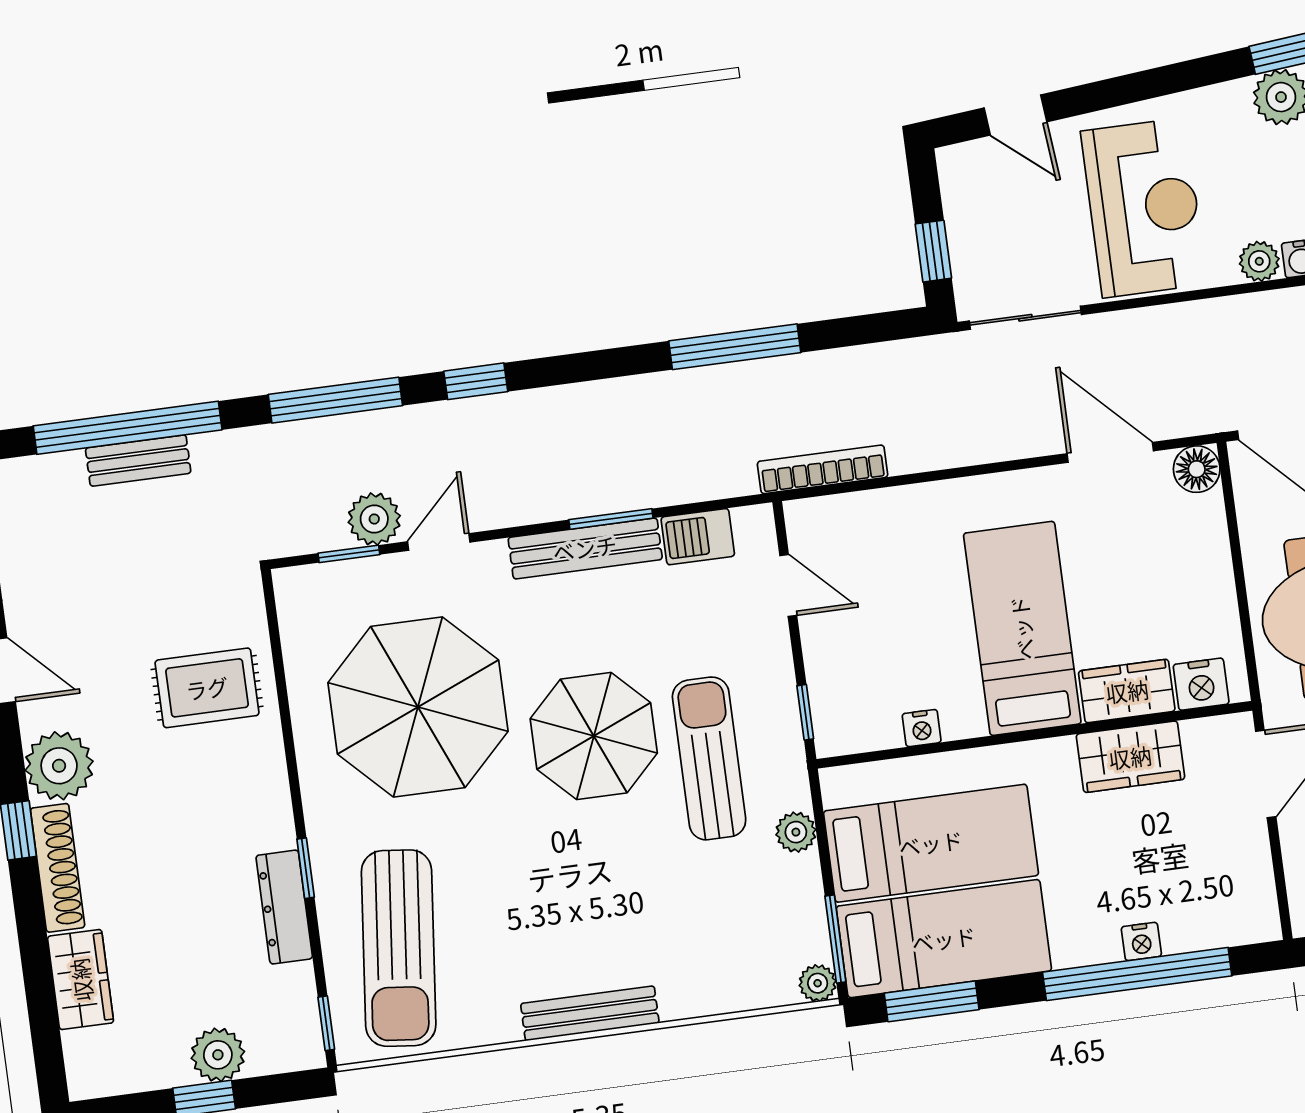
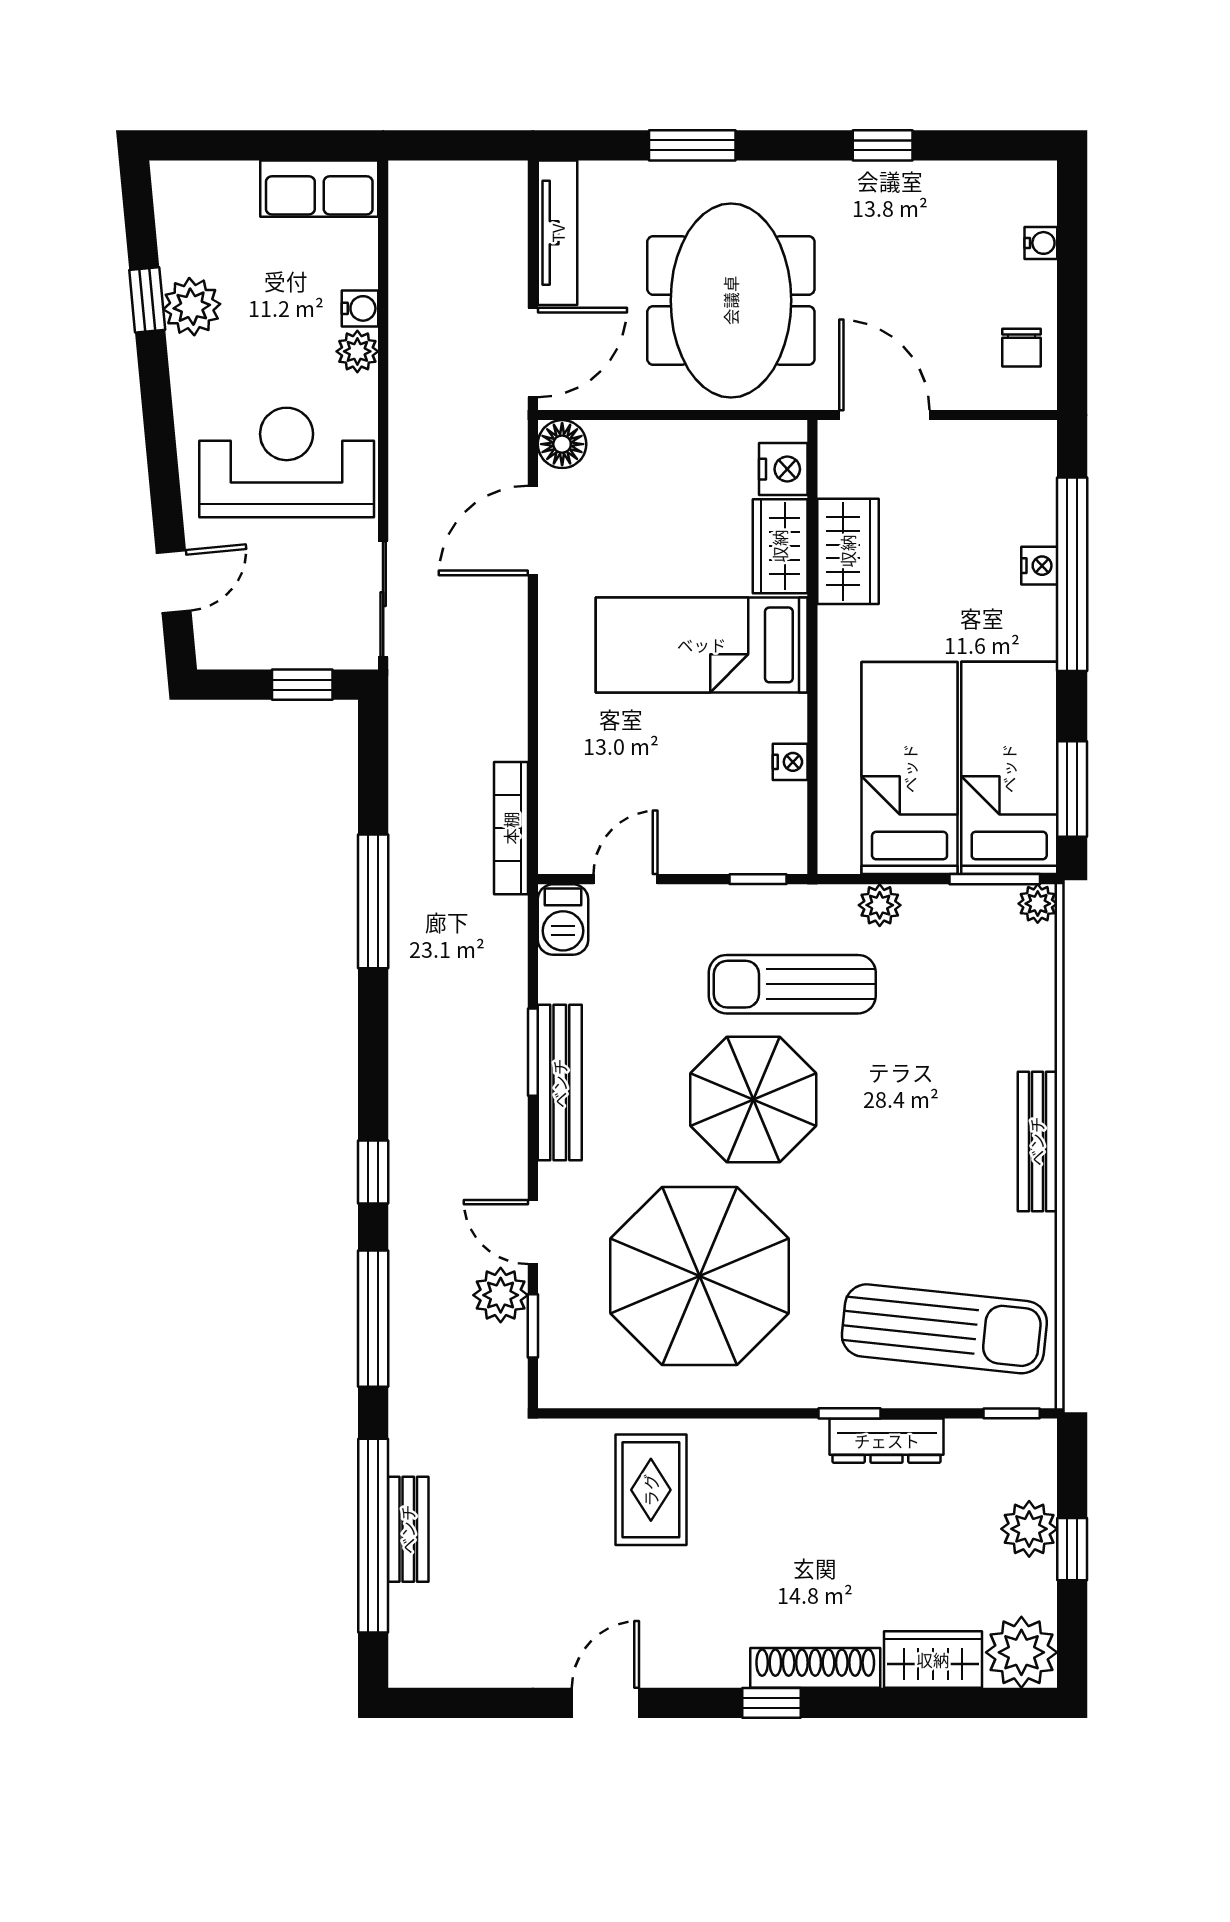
barbecue: (698, 537) -> (563, 920), moved
plant: (59, 766) -> (1021, 1652), moved

